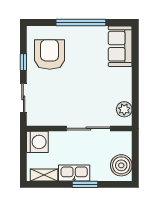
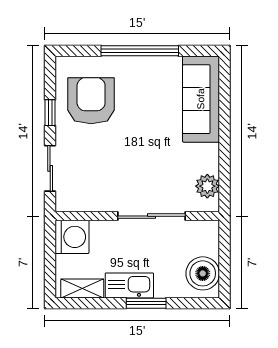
sofa: (120, 46) -> (201, 99), width x1.36

